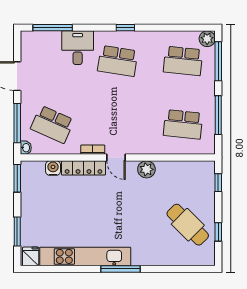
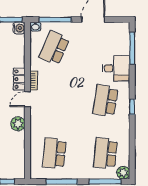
water cooler: (53, 168) -> (19, 28), moved
locker: (83, 168) -> (19, 79), width x0.66

